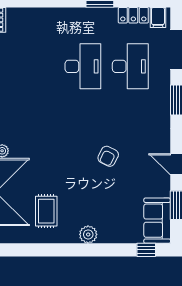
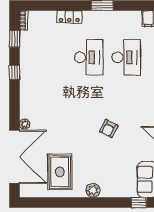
locker: (133, 15) -> (69, 17), moved
rug: (46, 211) -> (60, 172), width x1.36, depth x1.43

